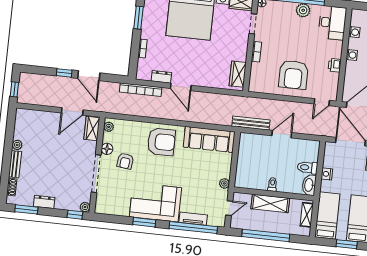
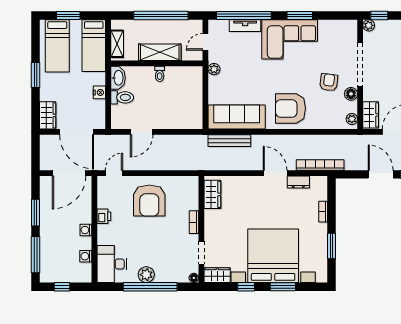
armchair: (293, 75) -> (149, 201), turned 180
bench: (251, 123) -> (229, 141), moved
door: (282, 134) -> (142, 132), moved

